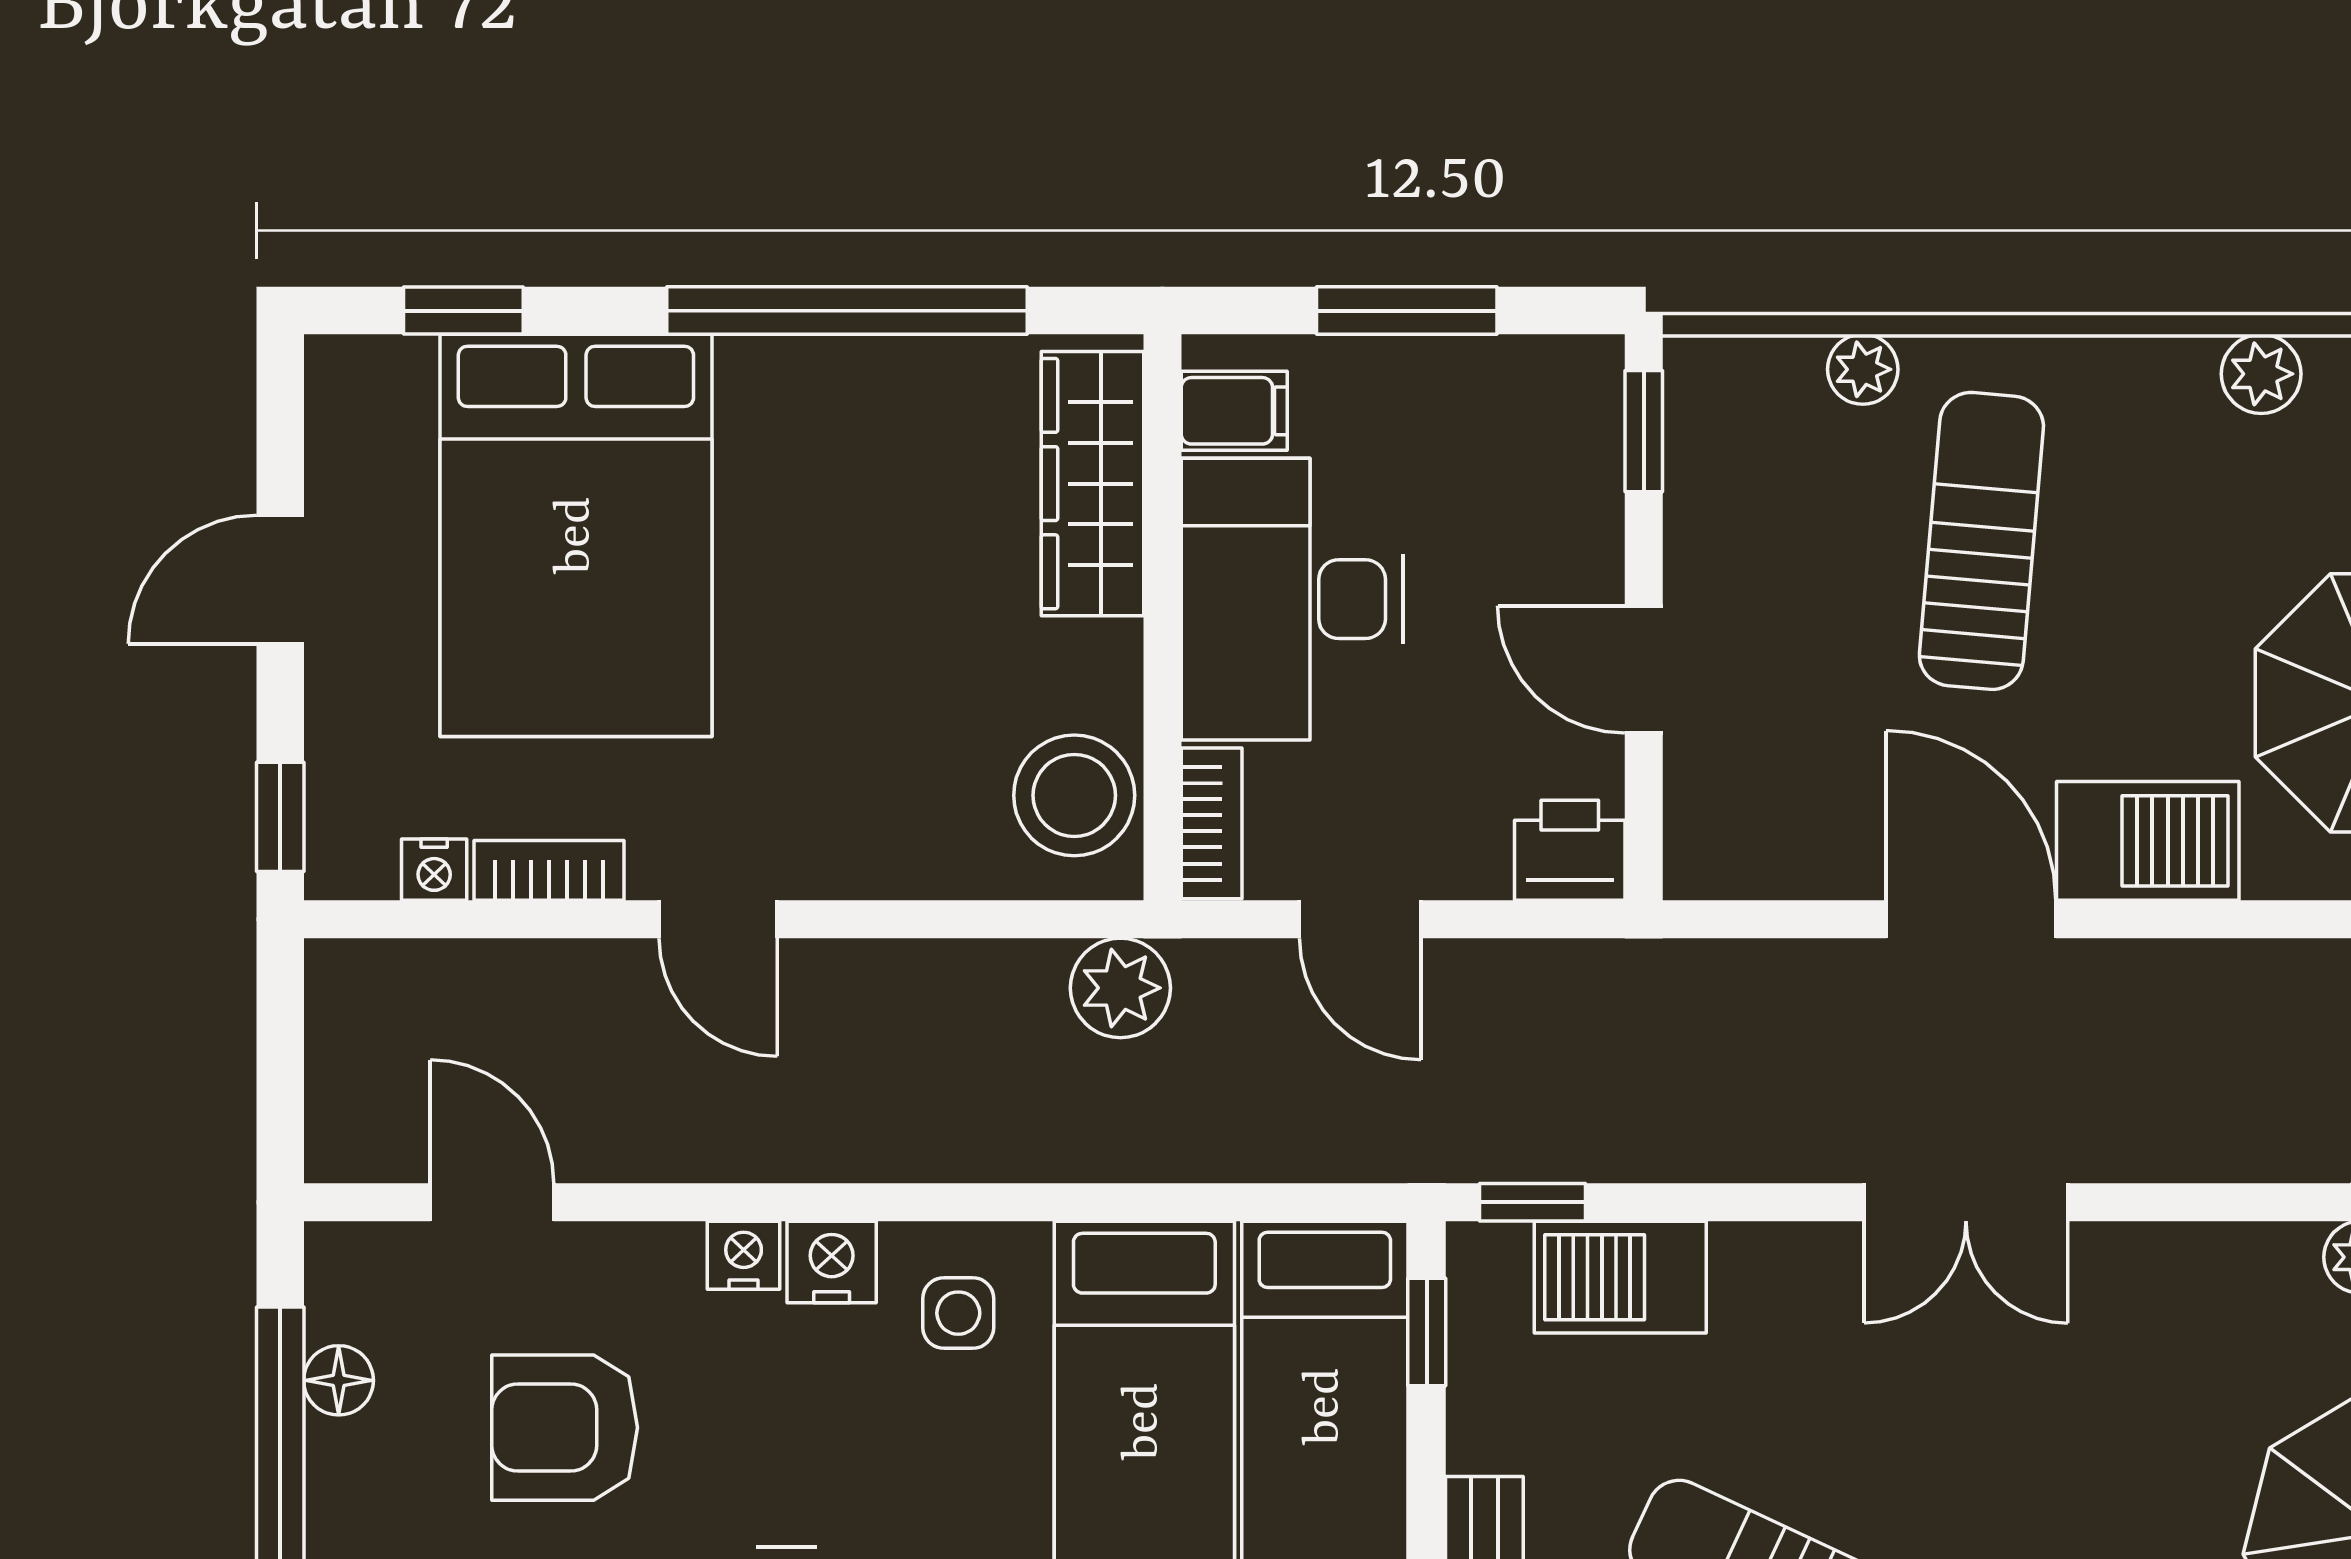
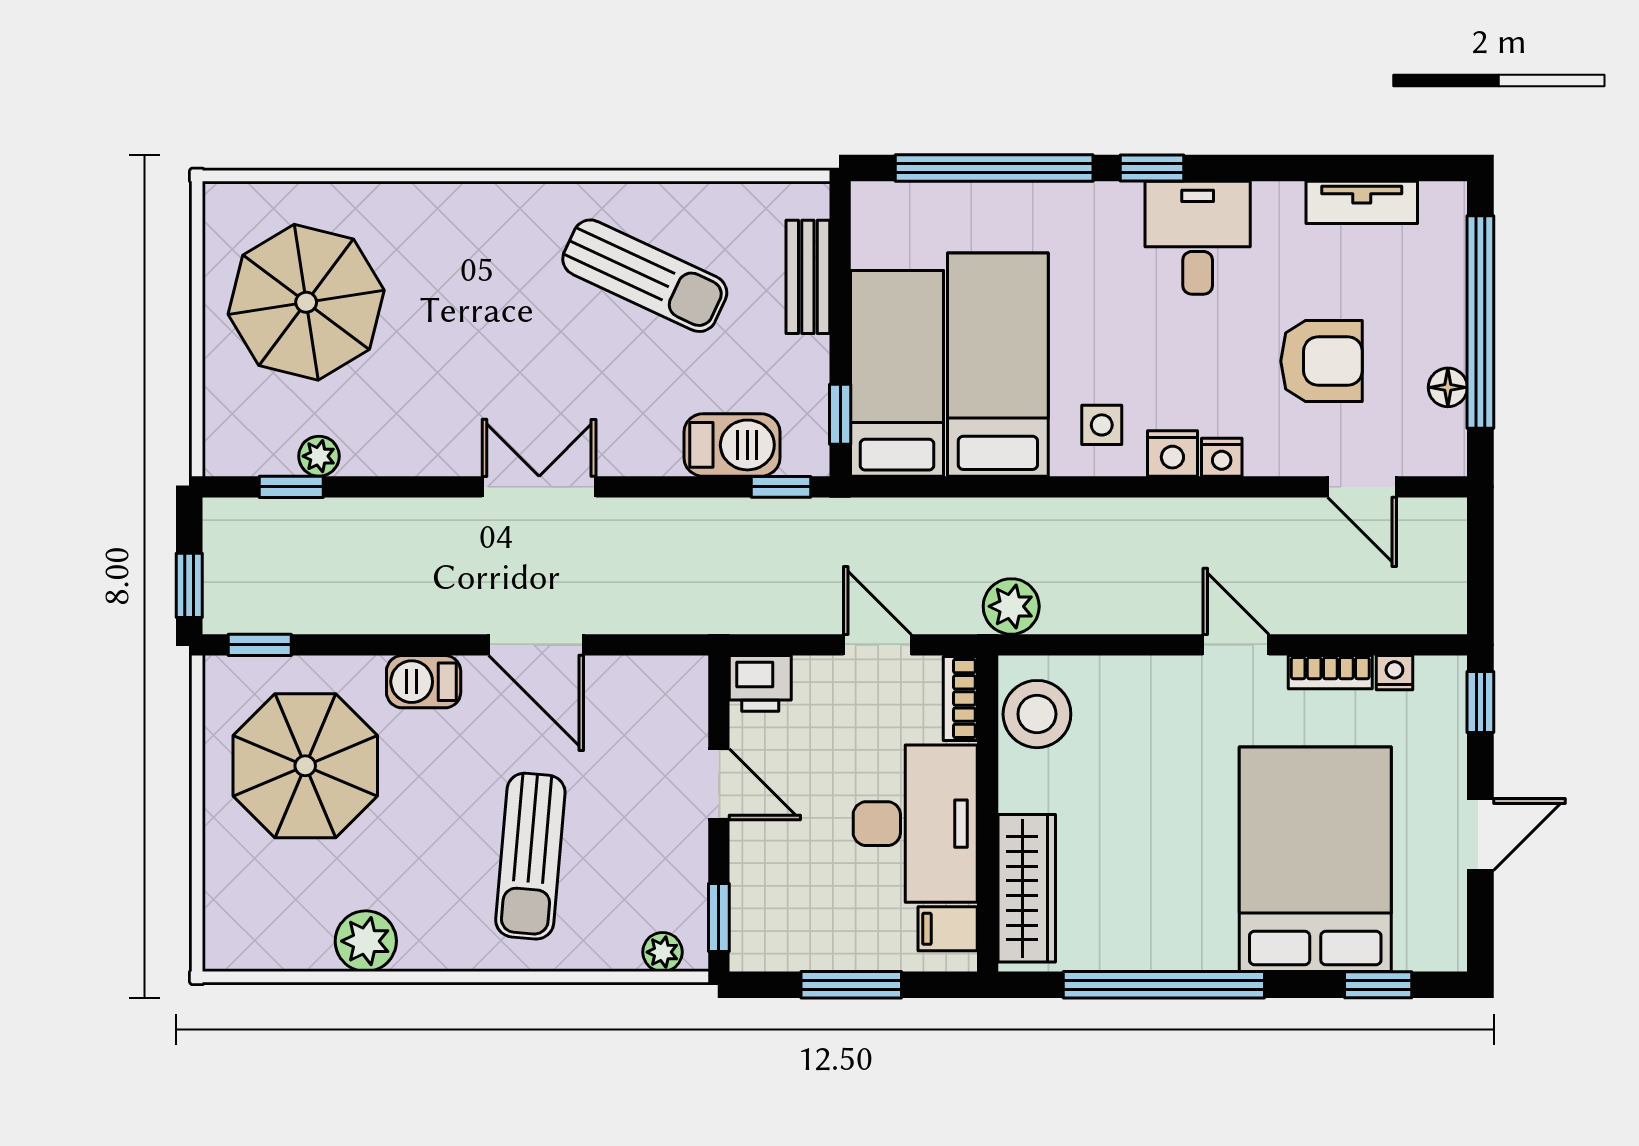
plant: (1863, 369) -> (662, 952), moved
plant: (2261, 374) -> (366, 941), width x1.38, depth x1.38
barbecue: (2148, 841) -> (424, 682), width x0.73, depth x0.79

